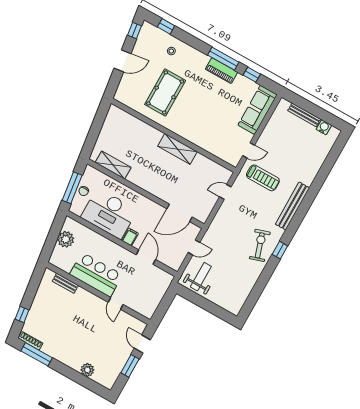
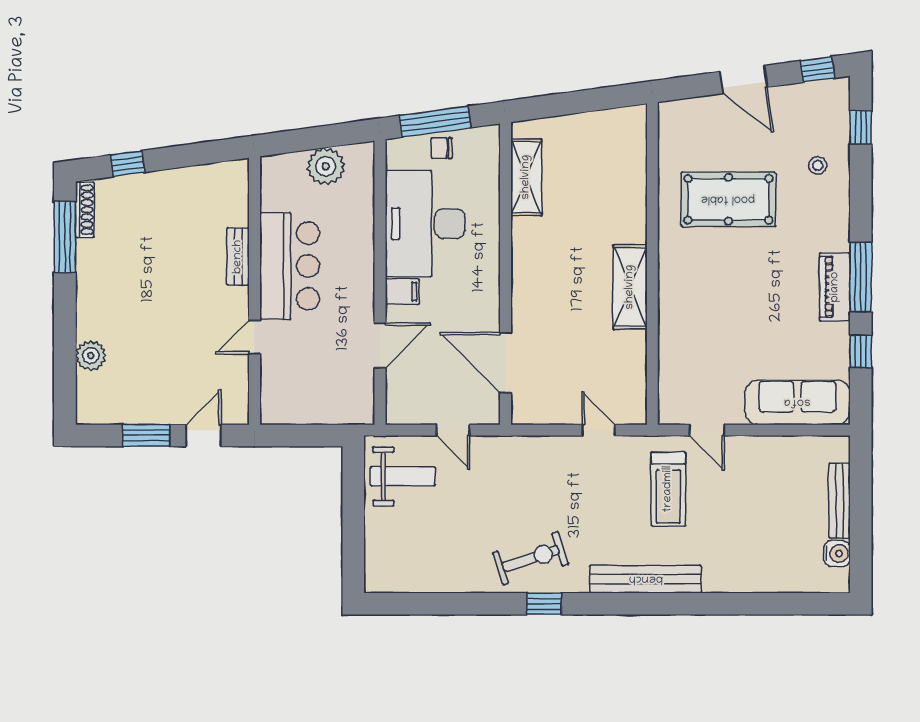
bench: (65, 283) -> (238, 257), moved

